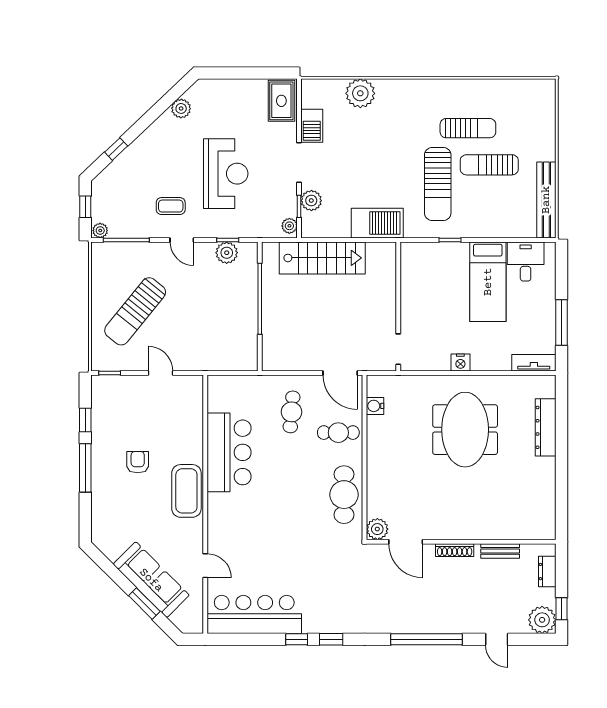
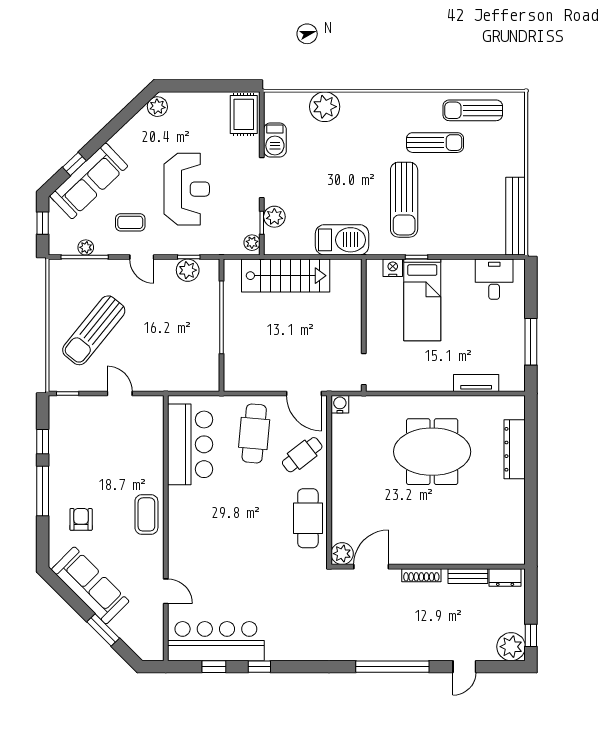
plant: (181, 108) -> (157, 107), moved
sun lounger: (489, 165) -> (473, 110), moved
sofa: (130, 166) -> (89, 181), added
plant: (100, 230) -> (86, 247), moved
bed: (488, 282) -> (422, 300), moved
nightstand: (460, 363) -> (393, 268), moved, turned 180
tv unit: (534, 363) -> (476, 383), moved
water cooler: (375, 406) -> (340, 404), moved, turned 90
cafe table: (292, 412) -> (254, 433), width x1.37, depth x1.35
meeting table: (465, 430) -> (432, 452), turned 90
cafe table: (338, 433) -> (302, 455), turned -38
bar counter: (229, 452) -> (190, 444), moved
armchair: (138, 462) -> (81, 519), moved
coffee table: (186, 491) -> (146, 514), width x0.73, depth x0.76
door: (406, 542) -> (371, 567), swing flipped
dresser: (547, 572) -> (505, 577), moved, turned -90
sofa: (151, 580) -> (90, 585), moved
window: (331, 639) -> (214, 667), moved
door: (497, 639) -> (464, 667), hinge flipped

